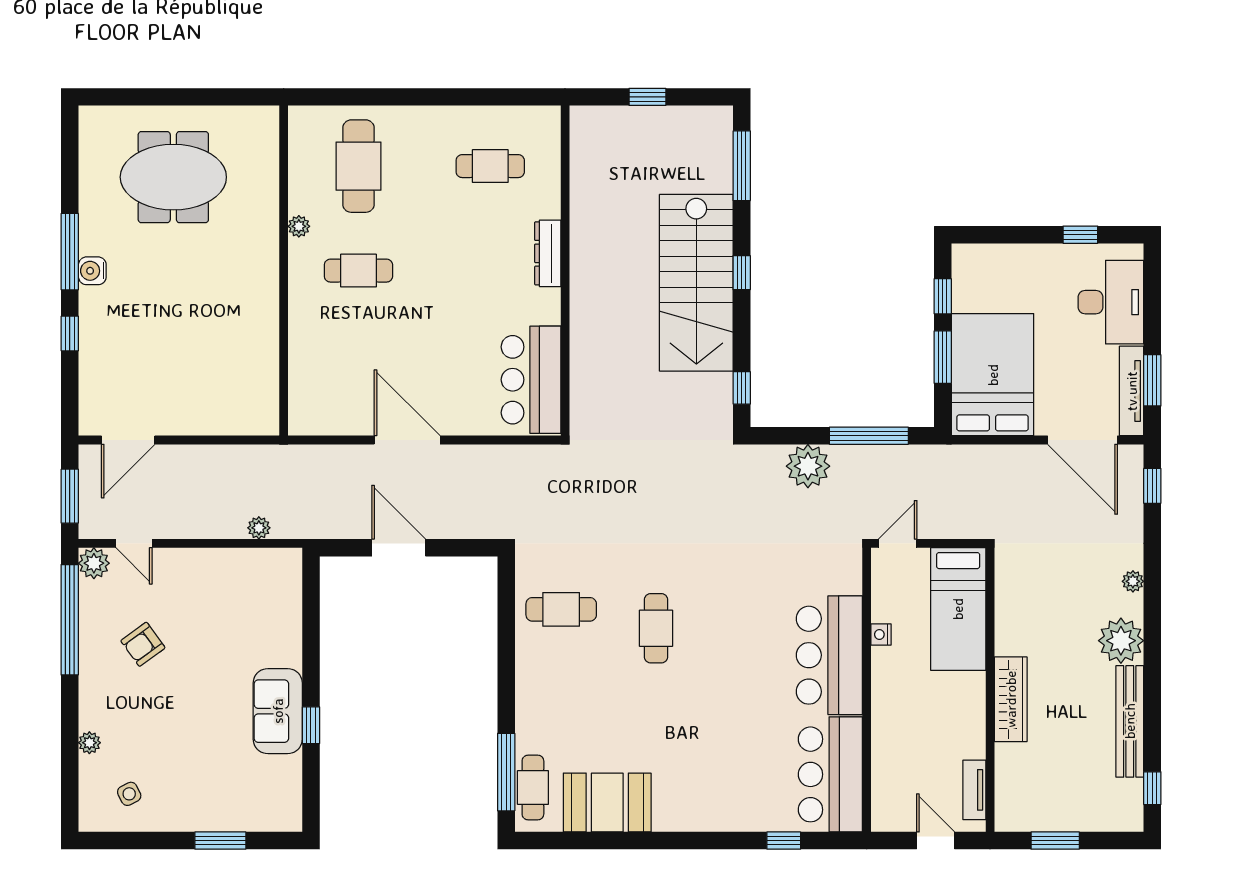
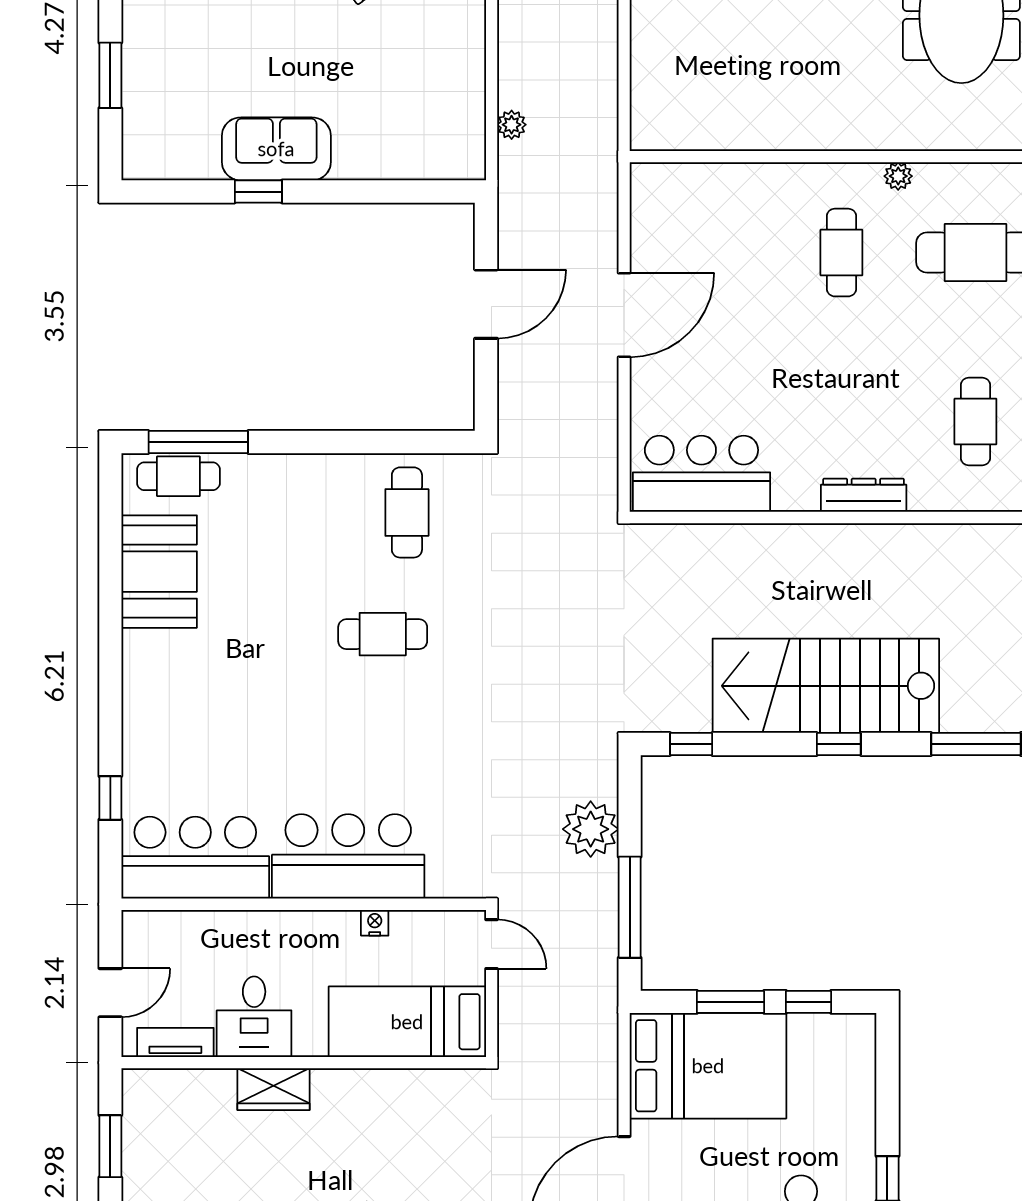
wardrobe: (1011, 699) -> (273, 1089), width x0.67
desk: (954, 729) -> (254, 1017), added

